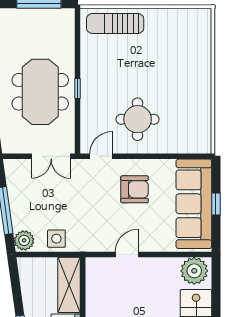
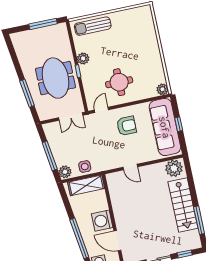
plant: (90, 71) -> (83, 58), added
plant: (202, 145) -> (162, 89), added
door: (127, 255) -> (130, 167), swing flipped
shelving: (69, 285) -> (86, 185), moved, turned 90

